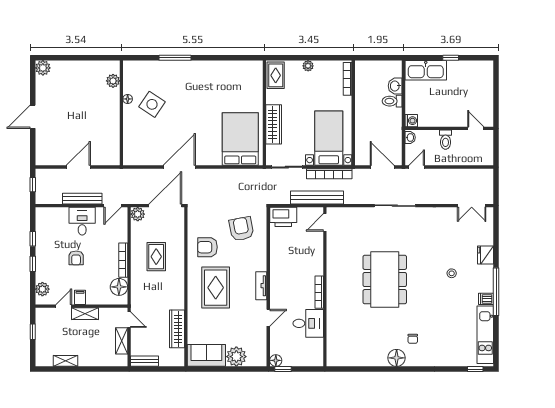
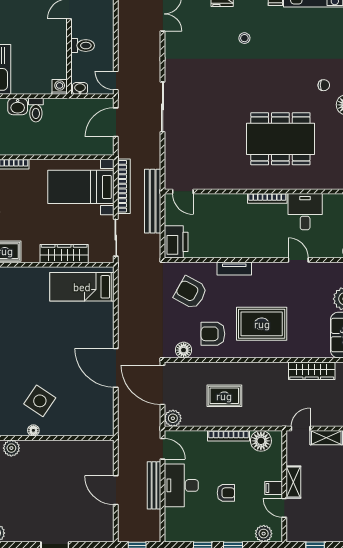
bed: (240, 139) -> (82, 287), width x0.67
desk: (82, 221) -> (181, 485), width x1.37
floor lamp: (194, 223) -> (184, 350), added
armchair: (241, 229) -> (191, 293), turned 40
armchair: (207, 247) -> (213, 334), turned 90
dining table: (385, 280) -> (280, 139), moved
tv unit: (261, 286) -> (234, 269), moved

